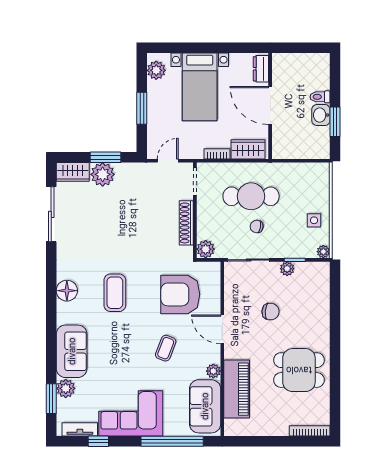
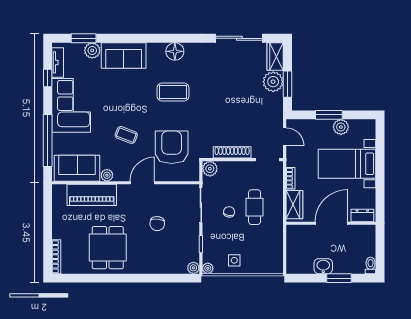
plant: (156, 70) -> (341, 127), moved
toilet: (320, 97) -> (371, 265), moved
window: (335, 122) -> (339, 278), moved
cafe table: (251, 196) -> (255, 207), width x0.73, depth x0.74
plant: (287, 269) -> (193, 268), moved

